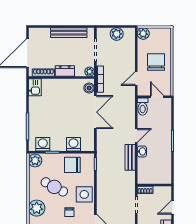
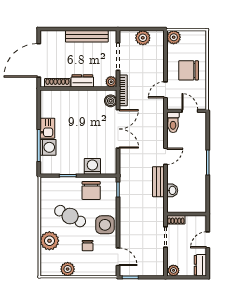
chair: (156, 62) -> (189, 70), turned -90
kitchen sink: (35, 87) -> (47, 128), moved
washing machine: (43, 144) -> (48, 147), moved, turned 90
washbasin: (142, 151) -> (172, 190), moved
plant: (35, 161) -> (48, 185), removed
chair: (72, 165) -> (91, 190), turned -90

